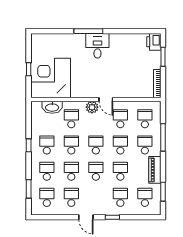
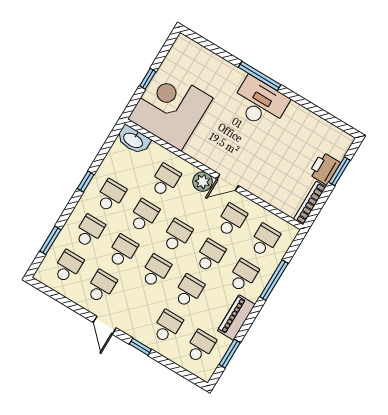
printer: (154, 42) -> (324, 168), moved
desk: (97, 46) -> (260, 103), width x1.37
door: (106, 99) -> (228, 182), hinge flipped
washbasin: (52, 107) -> (133, 140), moved

